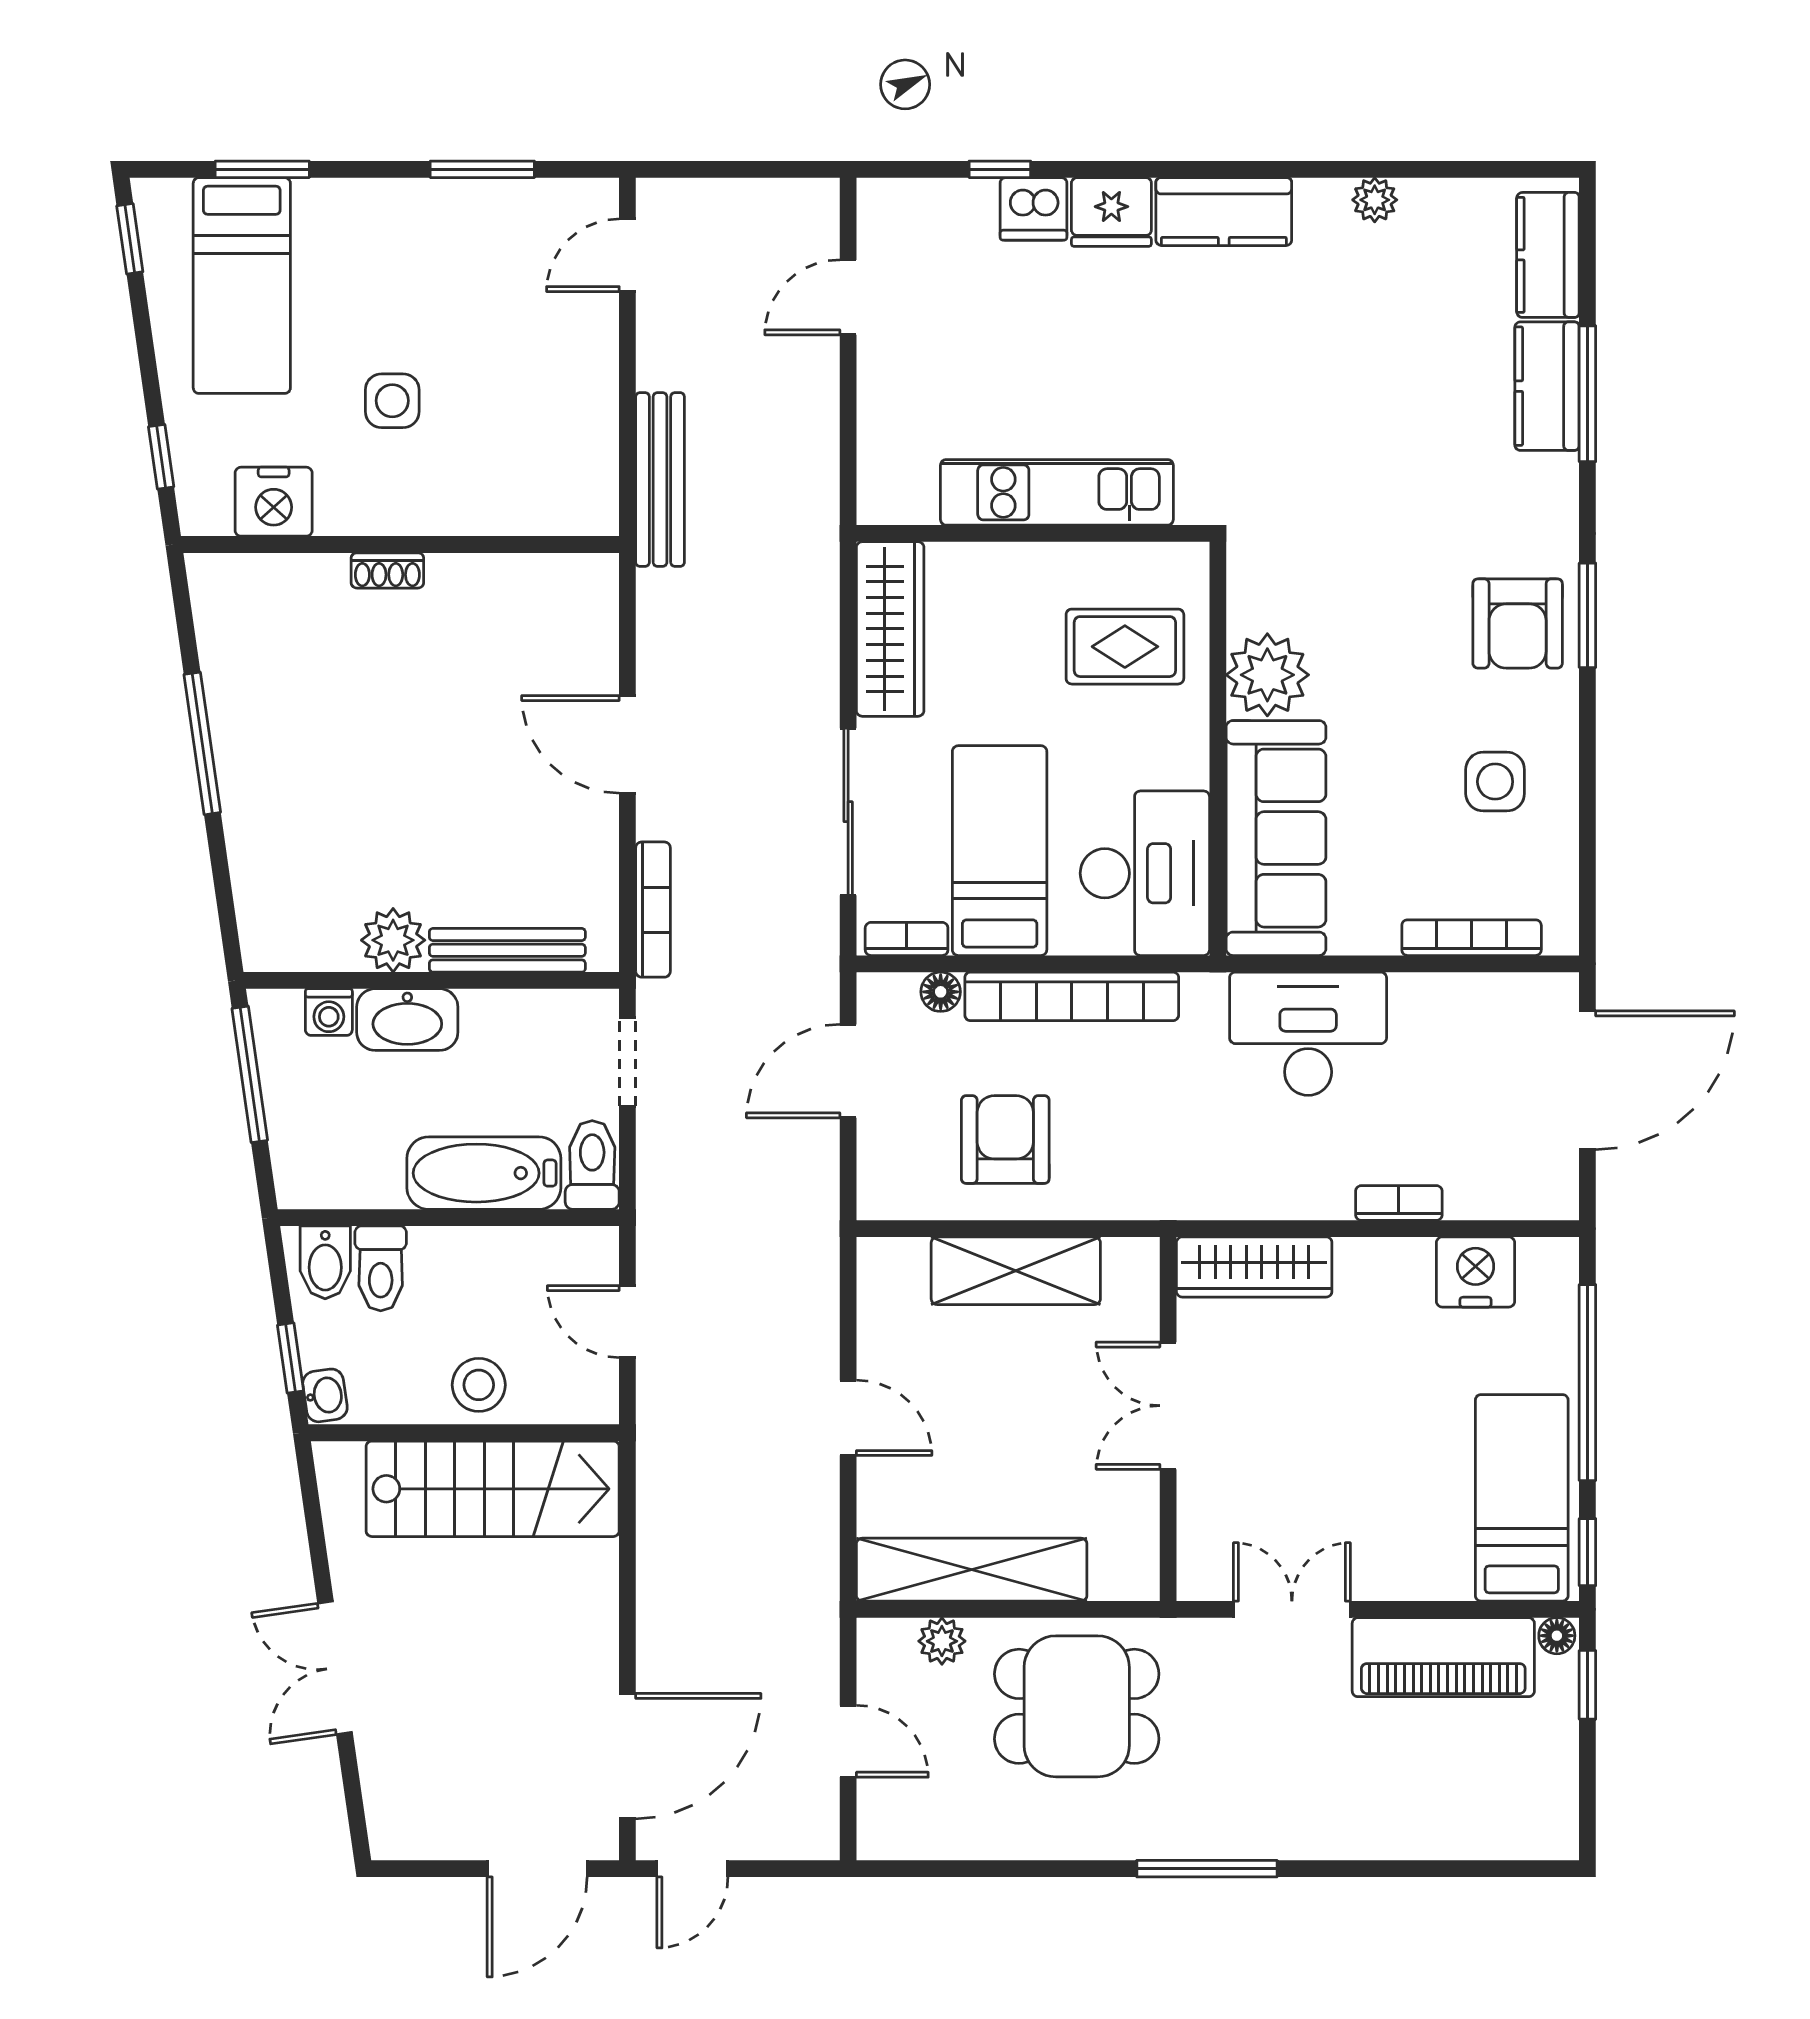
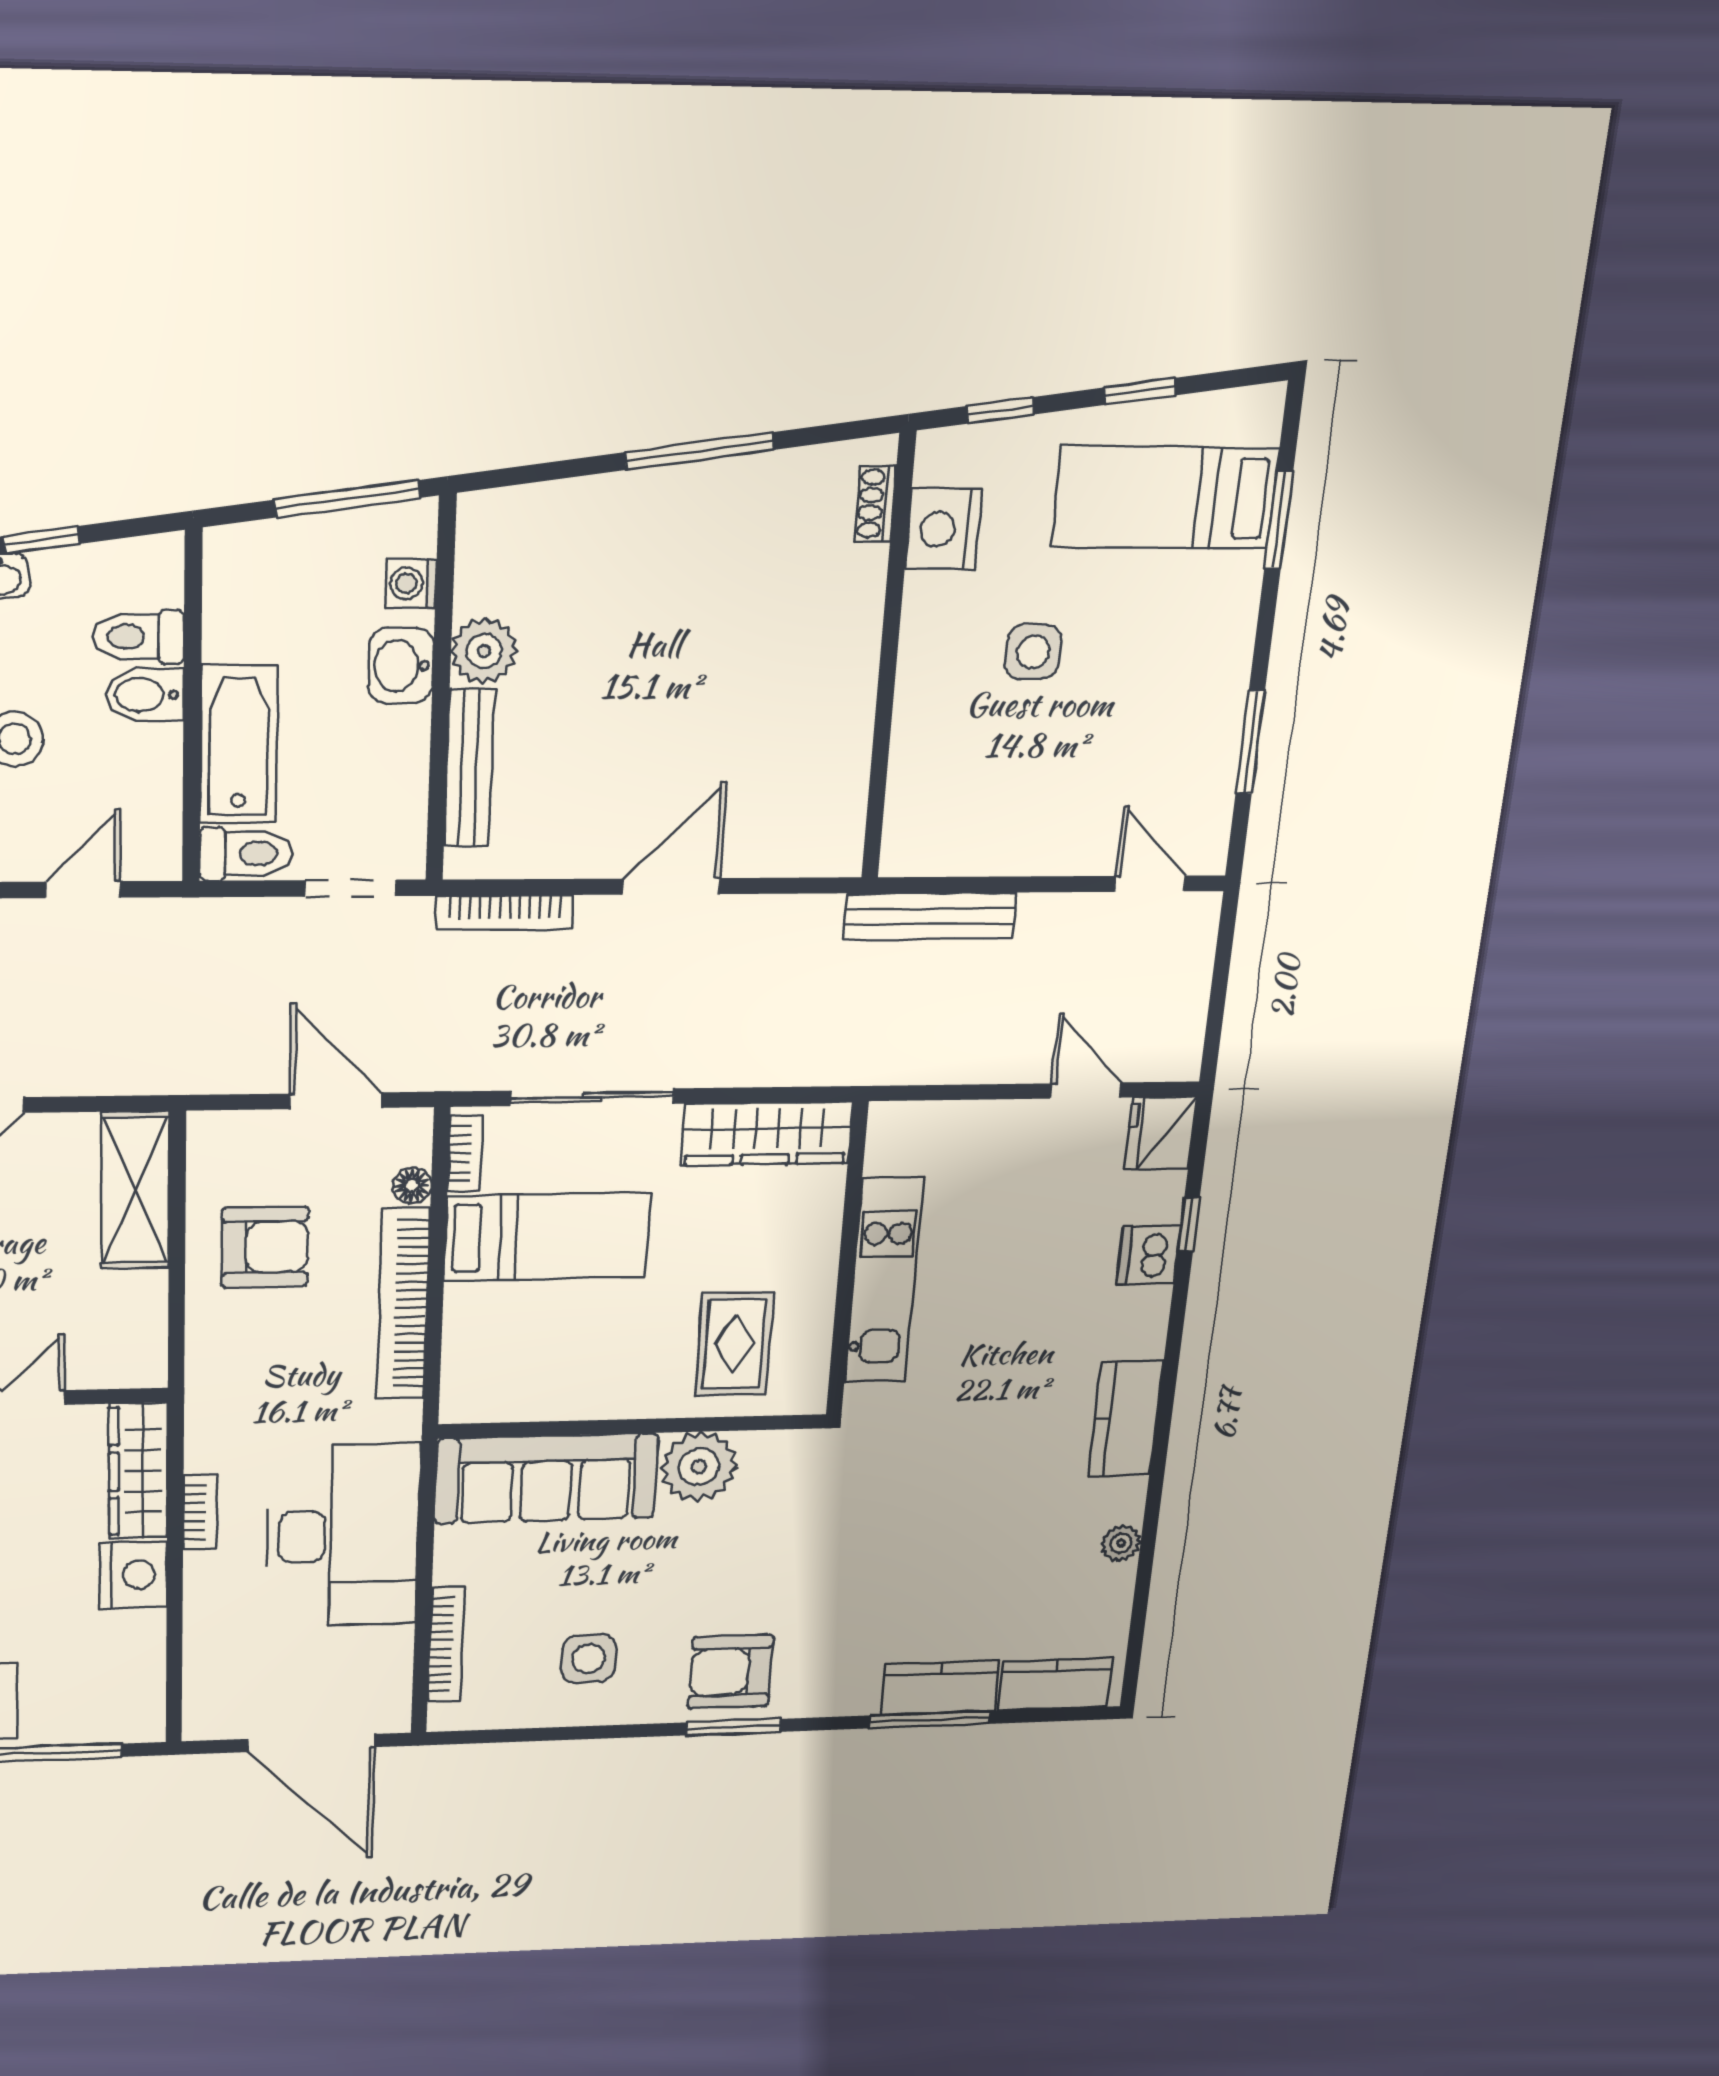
fridge: (1111, 212) -> (1161, 1133), moved
window: (130, 239) -> (1140, 391), moved
shoe rack: (387, 570) -> (875, 504), moved
desk: (1145, 873) -> (519, 1366), removed
washbasin: (407, 1020) -> (401, 665), width x0.72
desk: (1308, 1034) -> (343, 1536), width x1.36, depth x1.30
bookcase: (1399, 1203) -> (200, 1512), moved
bidet: (325, 1262) -> (145, 695), moved
shelving: (1016, 1271) -> (135, 1190), moved
nightstand: (1476, 1272) -> (133, 1575), moved

